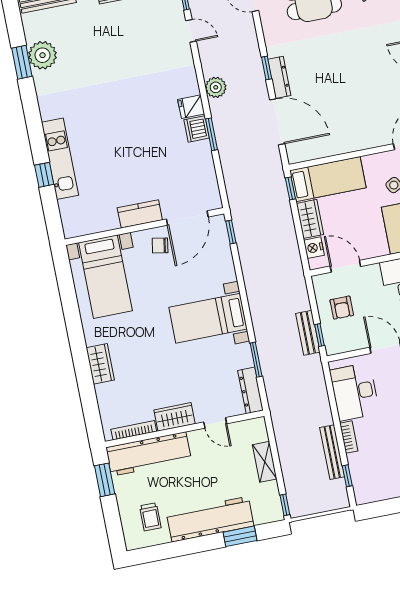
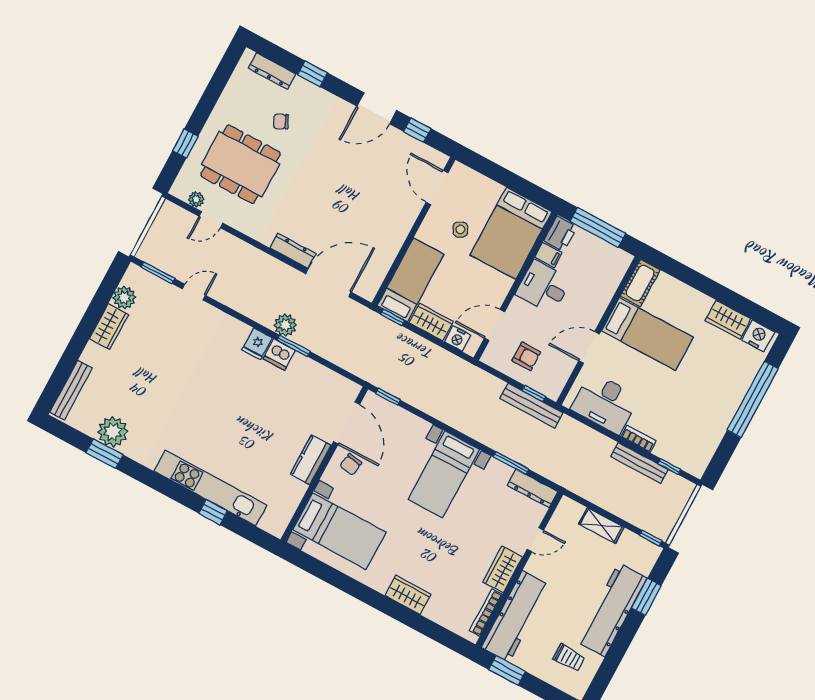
window: (267, 68) -> (276, 255), removed
plant: (216, 87) -> (285, 325), moved
kitchen unit: (60, 159) -> (210, 488), width x1.36
bench: (308, 333) -> (531, 406), width x1.36

